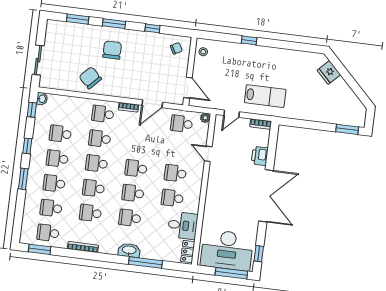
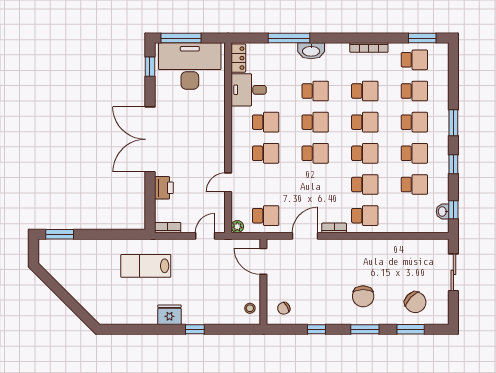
fridge: (329, 72) -> (169, 315), moved, turned -45
chair: (90, 78) -> (415, 302), moved
lab bench: (265, 96) -> (146, 266), moved
washbasin: (42, 99) -> (443, 211), moved
door: (208, 154) -> (228, 182), swing flipped

